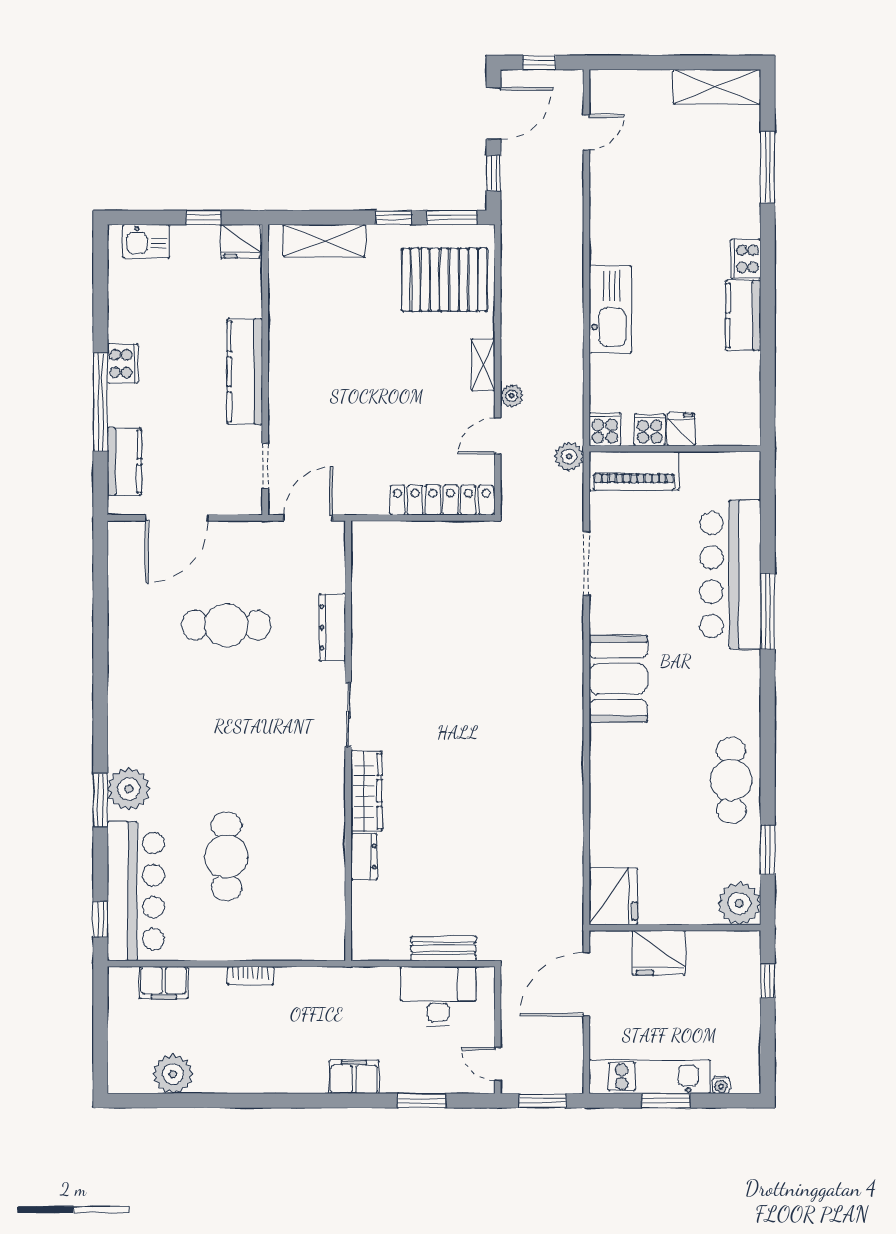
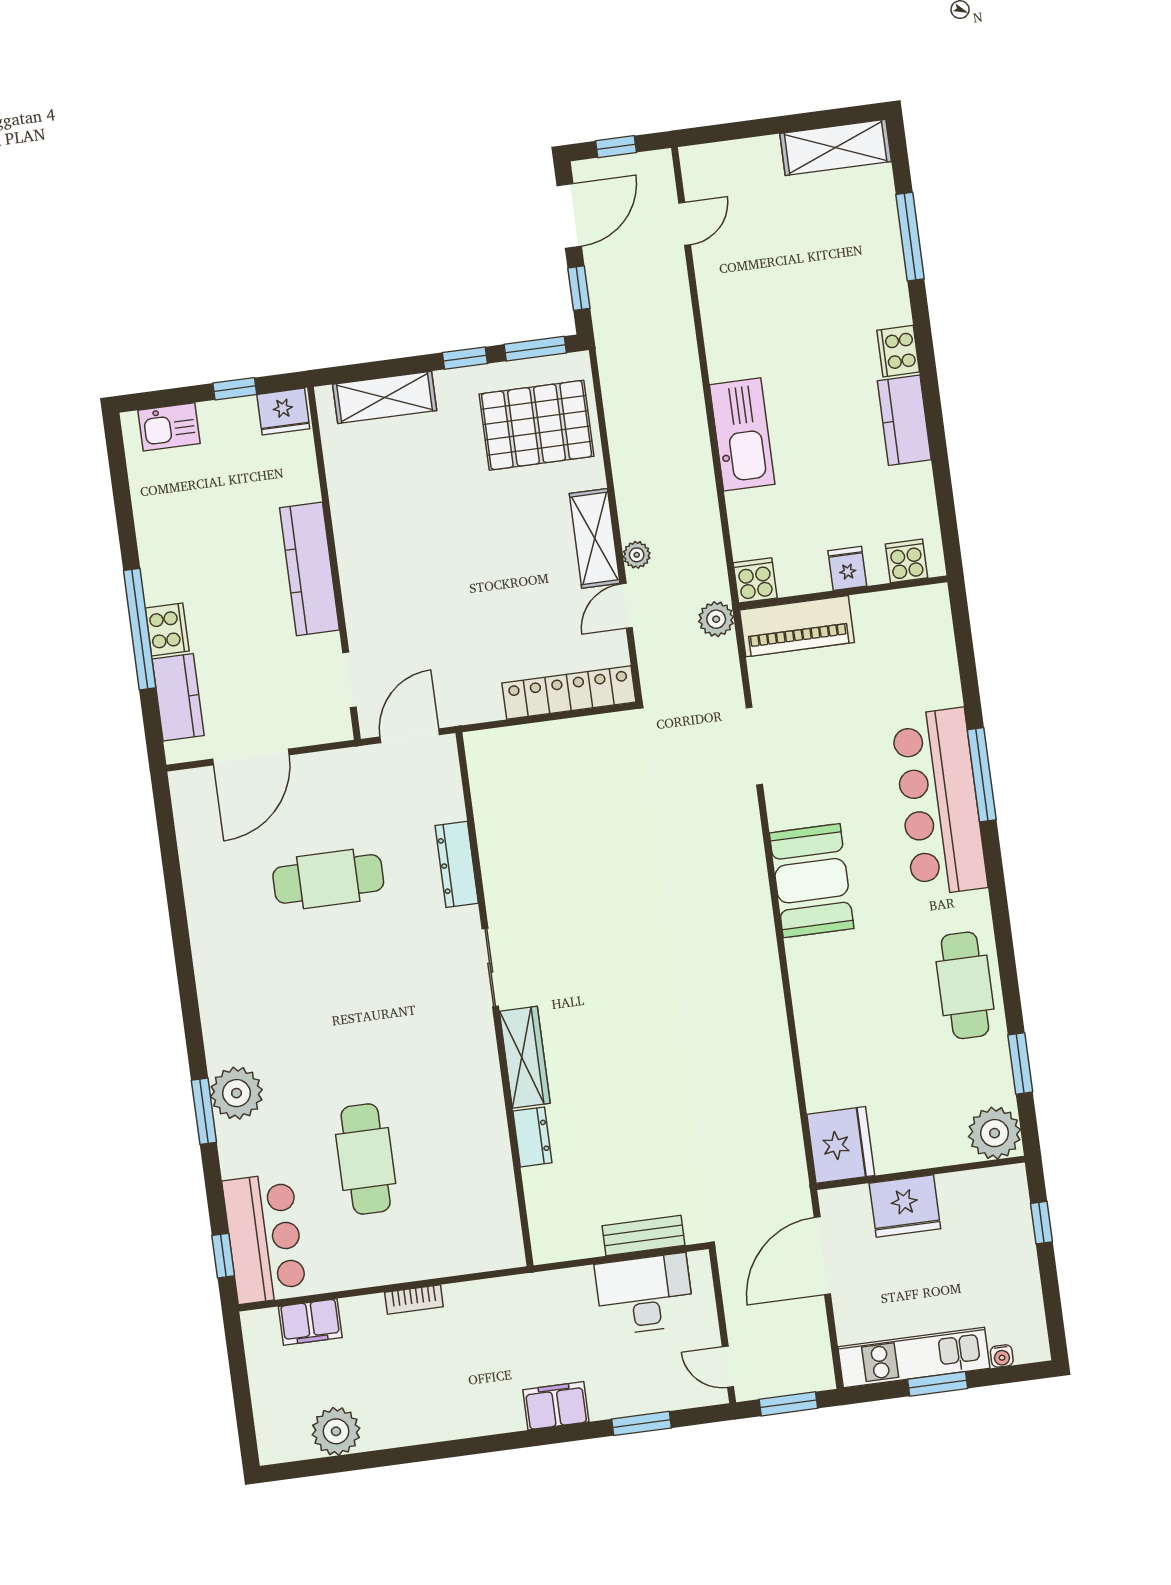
cooker: (123, 364) -> (167, 630), moved
shelving: (483, 365) -> (595, 538), width x1.50, depth x1.33
cooker: (650, 430) -> (907, 561), moved
bar counter: (730, 575) -> (939, 802), moved
bar counter: (136, 891) -> (264, 1238), width x0.73

